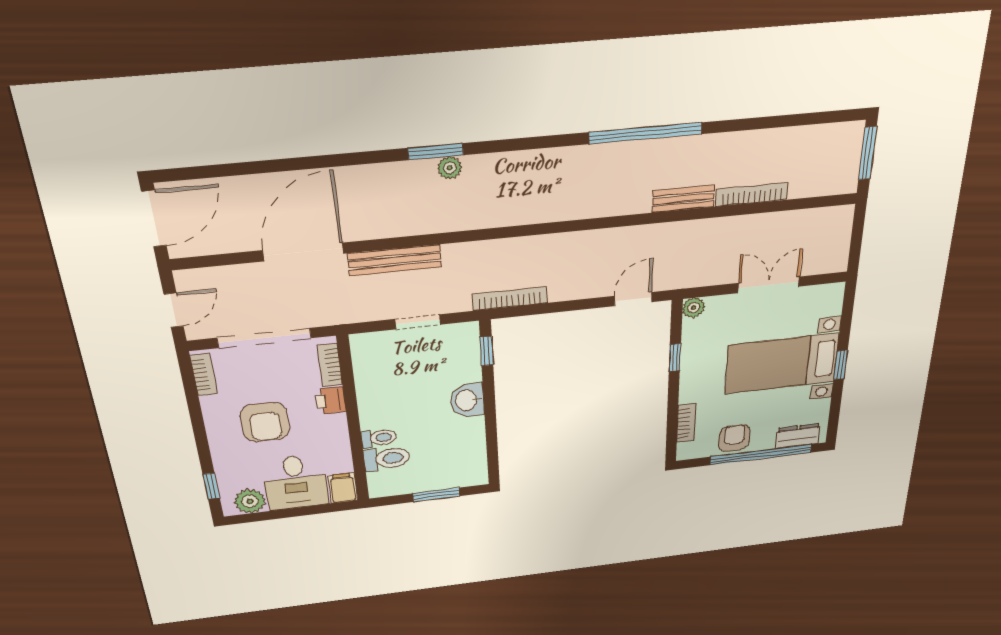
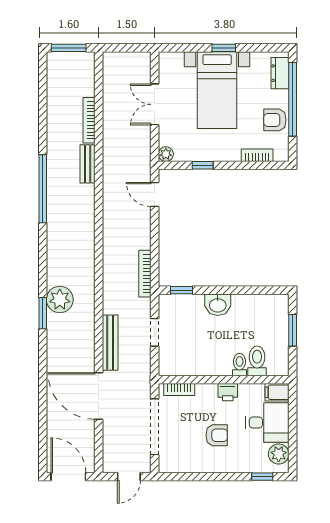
plant: (450, 168) -> (60, 299), width x1.88, depth x1.88
door: (174, 310) -> (129, 477), swing flipped
bookcase: (204, 375) -> (176, 467), removed
printer: (331, 400) -> (228, 392), moved
armchair: (265, 422) -> (217, 435), width x0.72, depth x0.72

